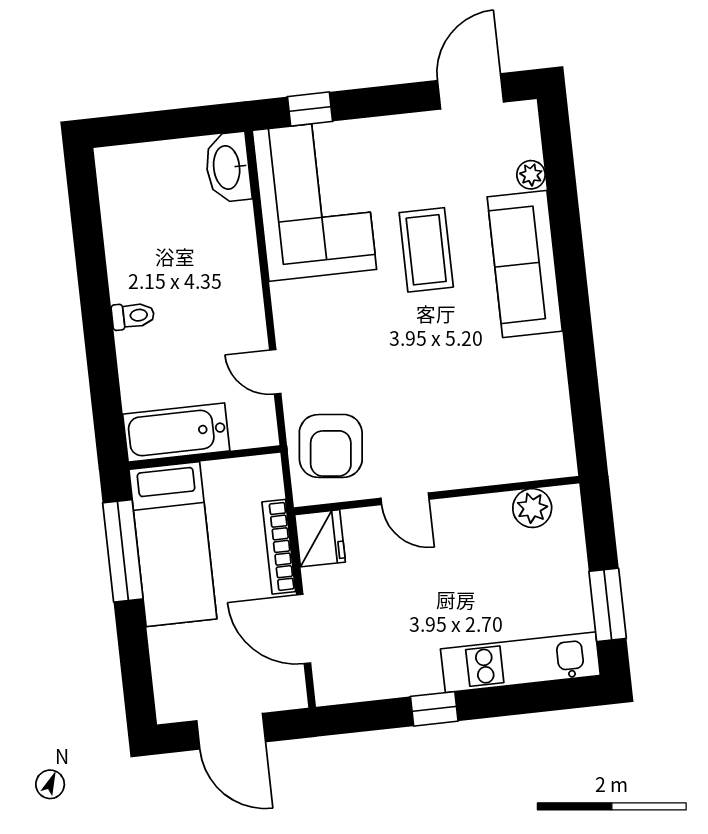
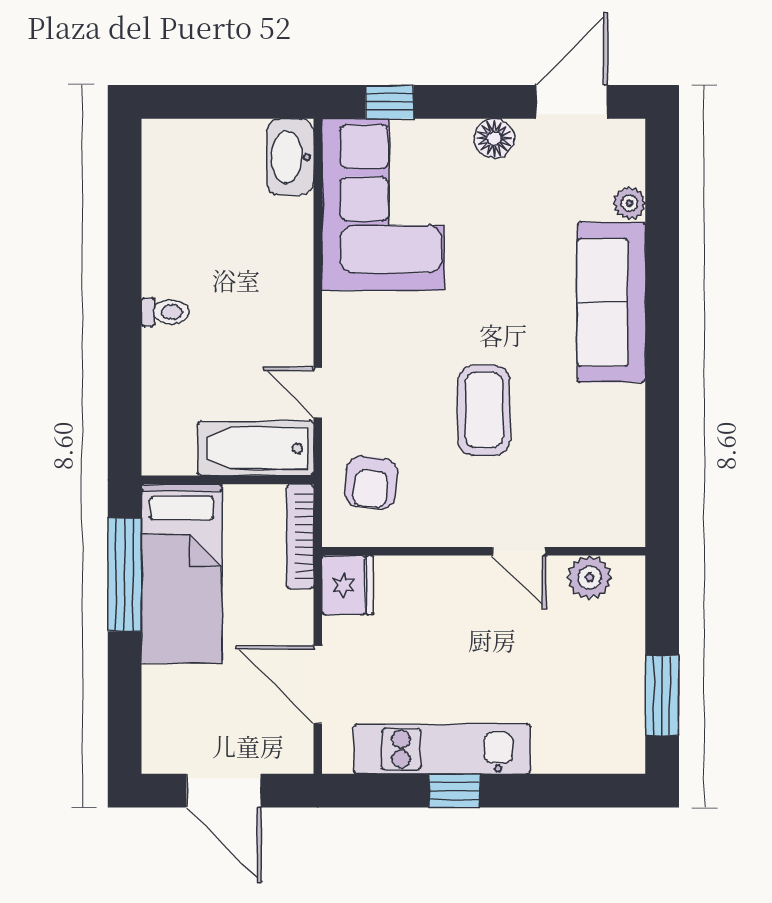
floor lamp: (406, 131) -> (494, 138), added
coffee table: (426, 250) -> (484, 410), moved
bathtub: (176, 432) -> (256, 448), moved
armchair: (331, 446) -> (371, 483), width x0.72, depth x0.72
door: (405, 499) -> (519, 551), moved
bookcase: (279, 547) -> (300, 536), moved
kitchen unit: (520, 662) -> (442, 749), moved

